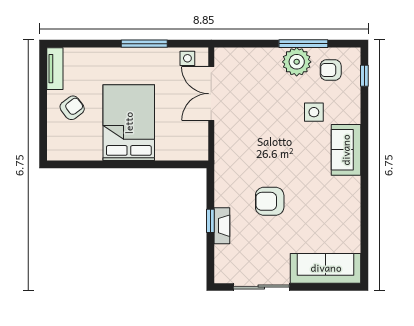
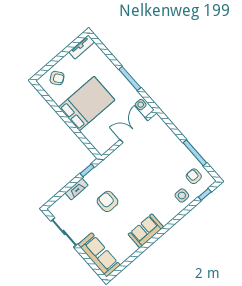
plant: (297, 62) -> (184, 157), removed
armchair: (72, 108) -> (57, 78), moved
side table: (314, 112) -> (182, 195), moved
sofa: (346, 150) -> (146, 231), moved
window: (210, 221) -> (87, 170), moved

